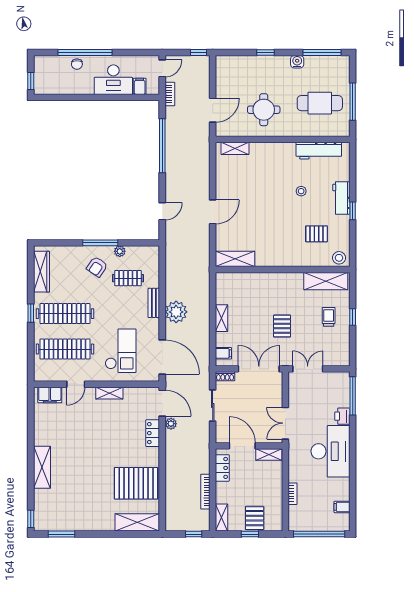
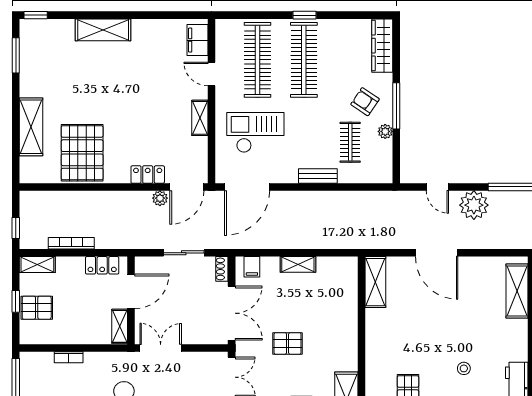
shelving: (235, 148) -> (517, 291), width x1.50, depth x1.33
door: (213, 212) -> (437, 253), width x1.36
wardrobe: (41, 272) -> (382, 46), moved, turned 90
plant: (176, 312) -> (474, 205), moved
checkout: (121, 351) -> (255, 132), turned 180
shelving: (137, 522) -> (31, 127), moved

